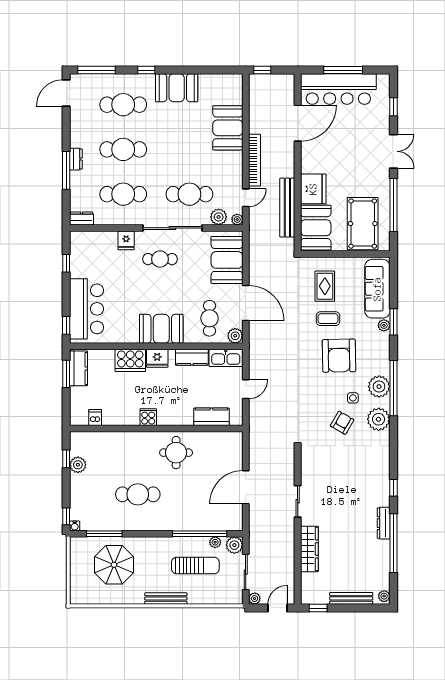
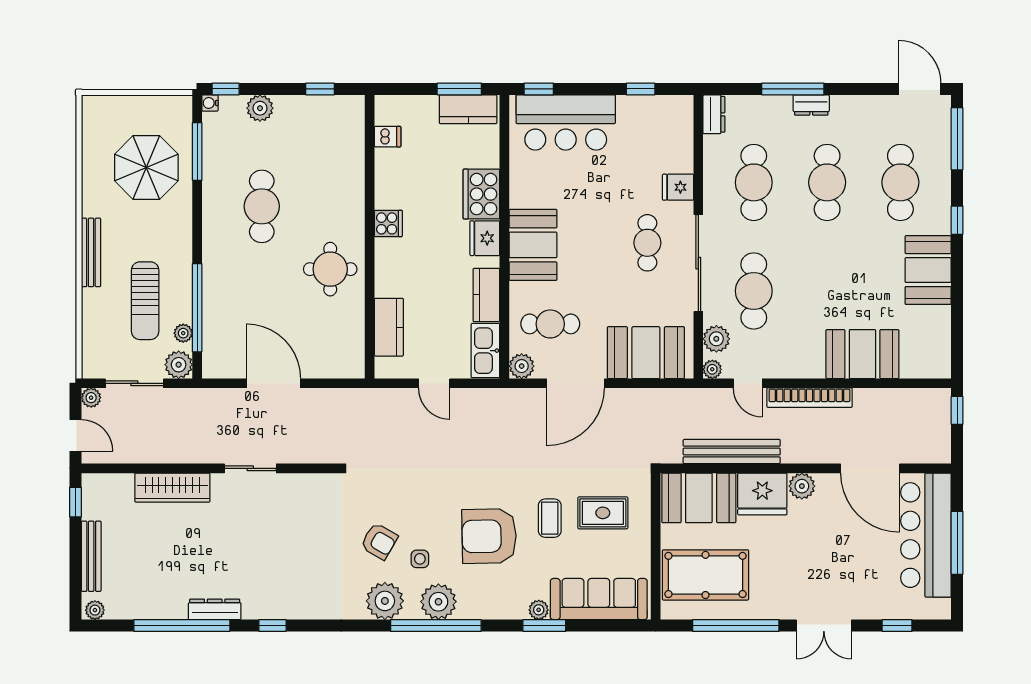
plant: (308, 165) -> (802, 486), added
plant: (78, 465) -> (260, 108), moved

